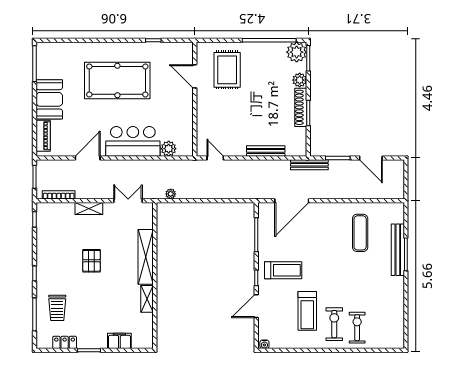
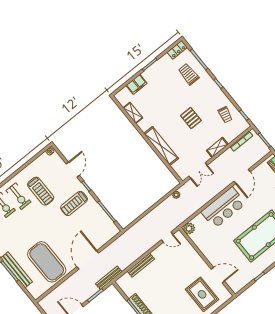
plant: (169, 149) -> (189, 228), moved
door: (292, 201) -> (88, 260), moved
exercise mat: (360, 233) -> (47, 262), width x2.00, depth x1.45
trolley: (53, 236) -> (225, 115), added
shelving: (147, 299) -> (133, 113), moved
treadmill: (307, 311) -> (41, 191), turned 180
locker: (65, 342) -> (177, 50), moved

